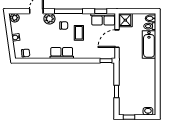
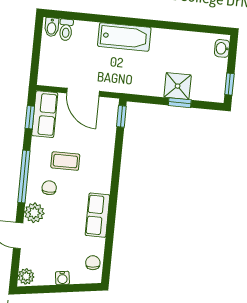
shower: (125, 20) -> (178, 86), moved
bathtub: (149, 44) -> (124, 37), moved
row of seats: (62, 53) -> (98, 215), moved

